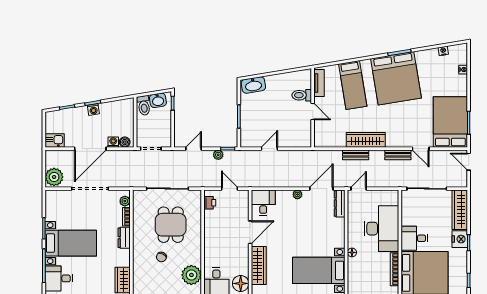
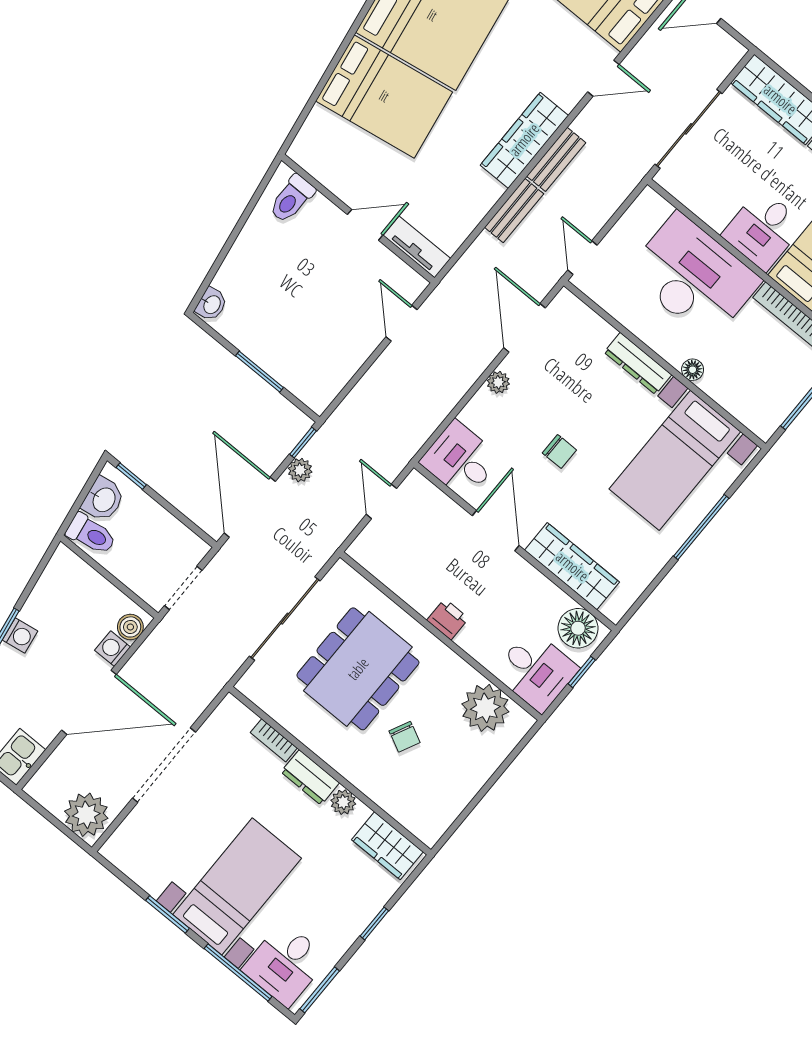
tv unit: (319, 83) -> (417, 247), moved
washbasin: (253, 85) -> (211, 304), width x0.52, depth x0.69
bed: (353, 85) -> (384, 96), width x1.50
toilet: (302, 95) -> (292, 199), moved
wardrobe: (366, 140) -> (524, 140), moved
door: (90, 149) -> (89, 702), hinge flipped
door: (193, 149) -> (250, 507), width x1.87
door: (269, 149) -> (401, 323), moved
bench: (398, 155) -> (556, 159), moved
door: (230, 189) -> (381, 501), hinge flipped
plant: (125, 201) -> (343, 802), moved
printer: (210, 203) -> (448, 619), moved
dresser: (340, 203) -> (638, 364), moved
dining table: (171, 225) -> (358, 669), width x1.37
chair: (292, 232) -> (559, 451), added

